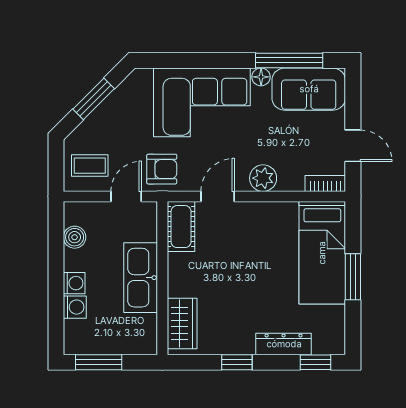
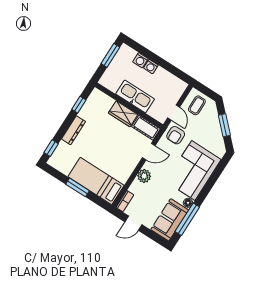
door: (218, 196) -> (149, 152), hinge flipped
boiler: (75, 237) -> (170, 79), removed
wardrobe: (182, 323) -> (123, 114), moved
dresser: (284, 344) -> (73, 130), moved
window: (237, 362) -> (79, 105), moved

